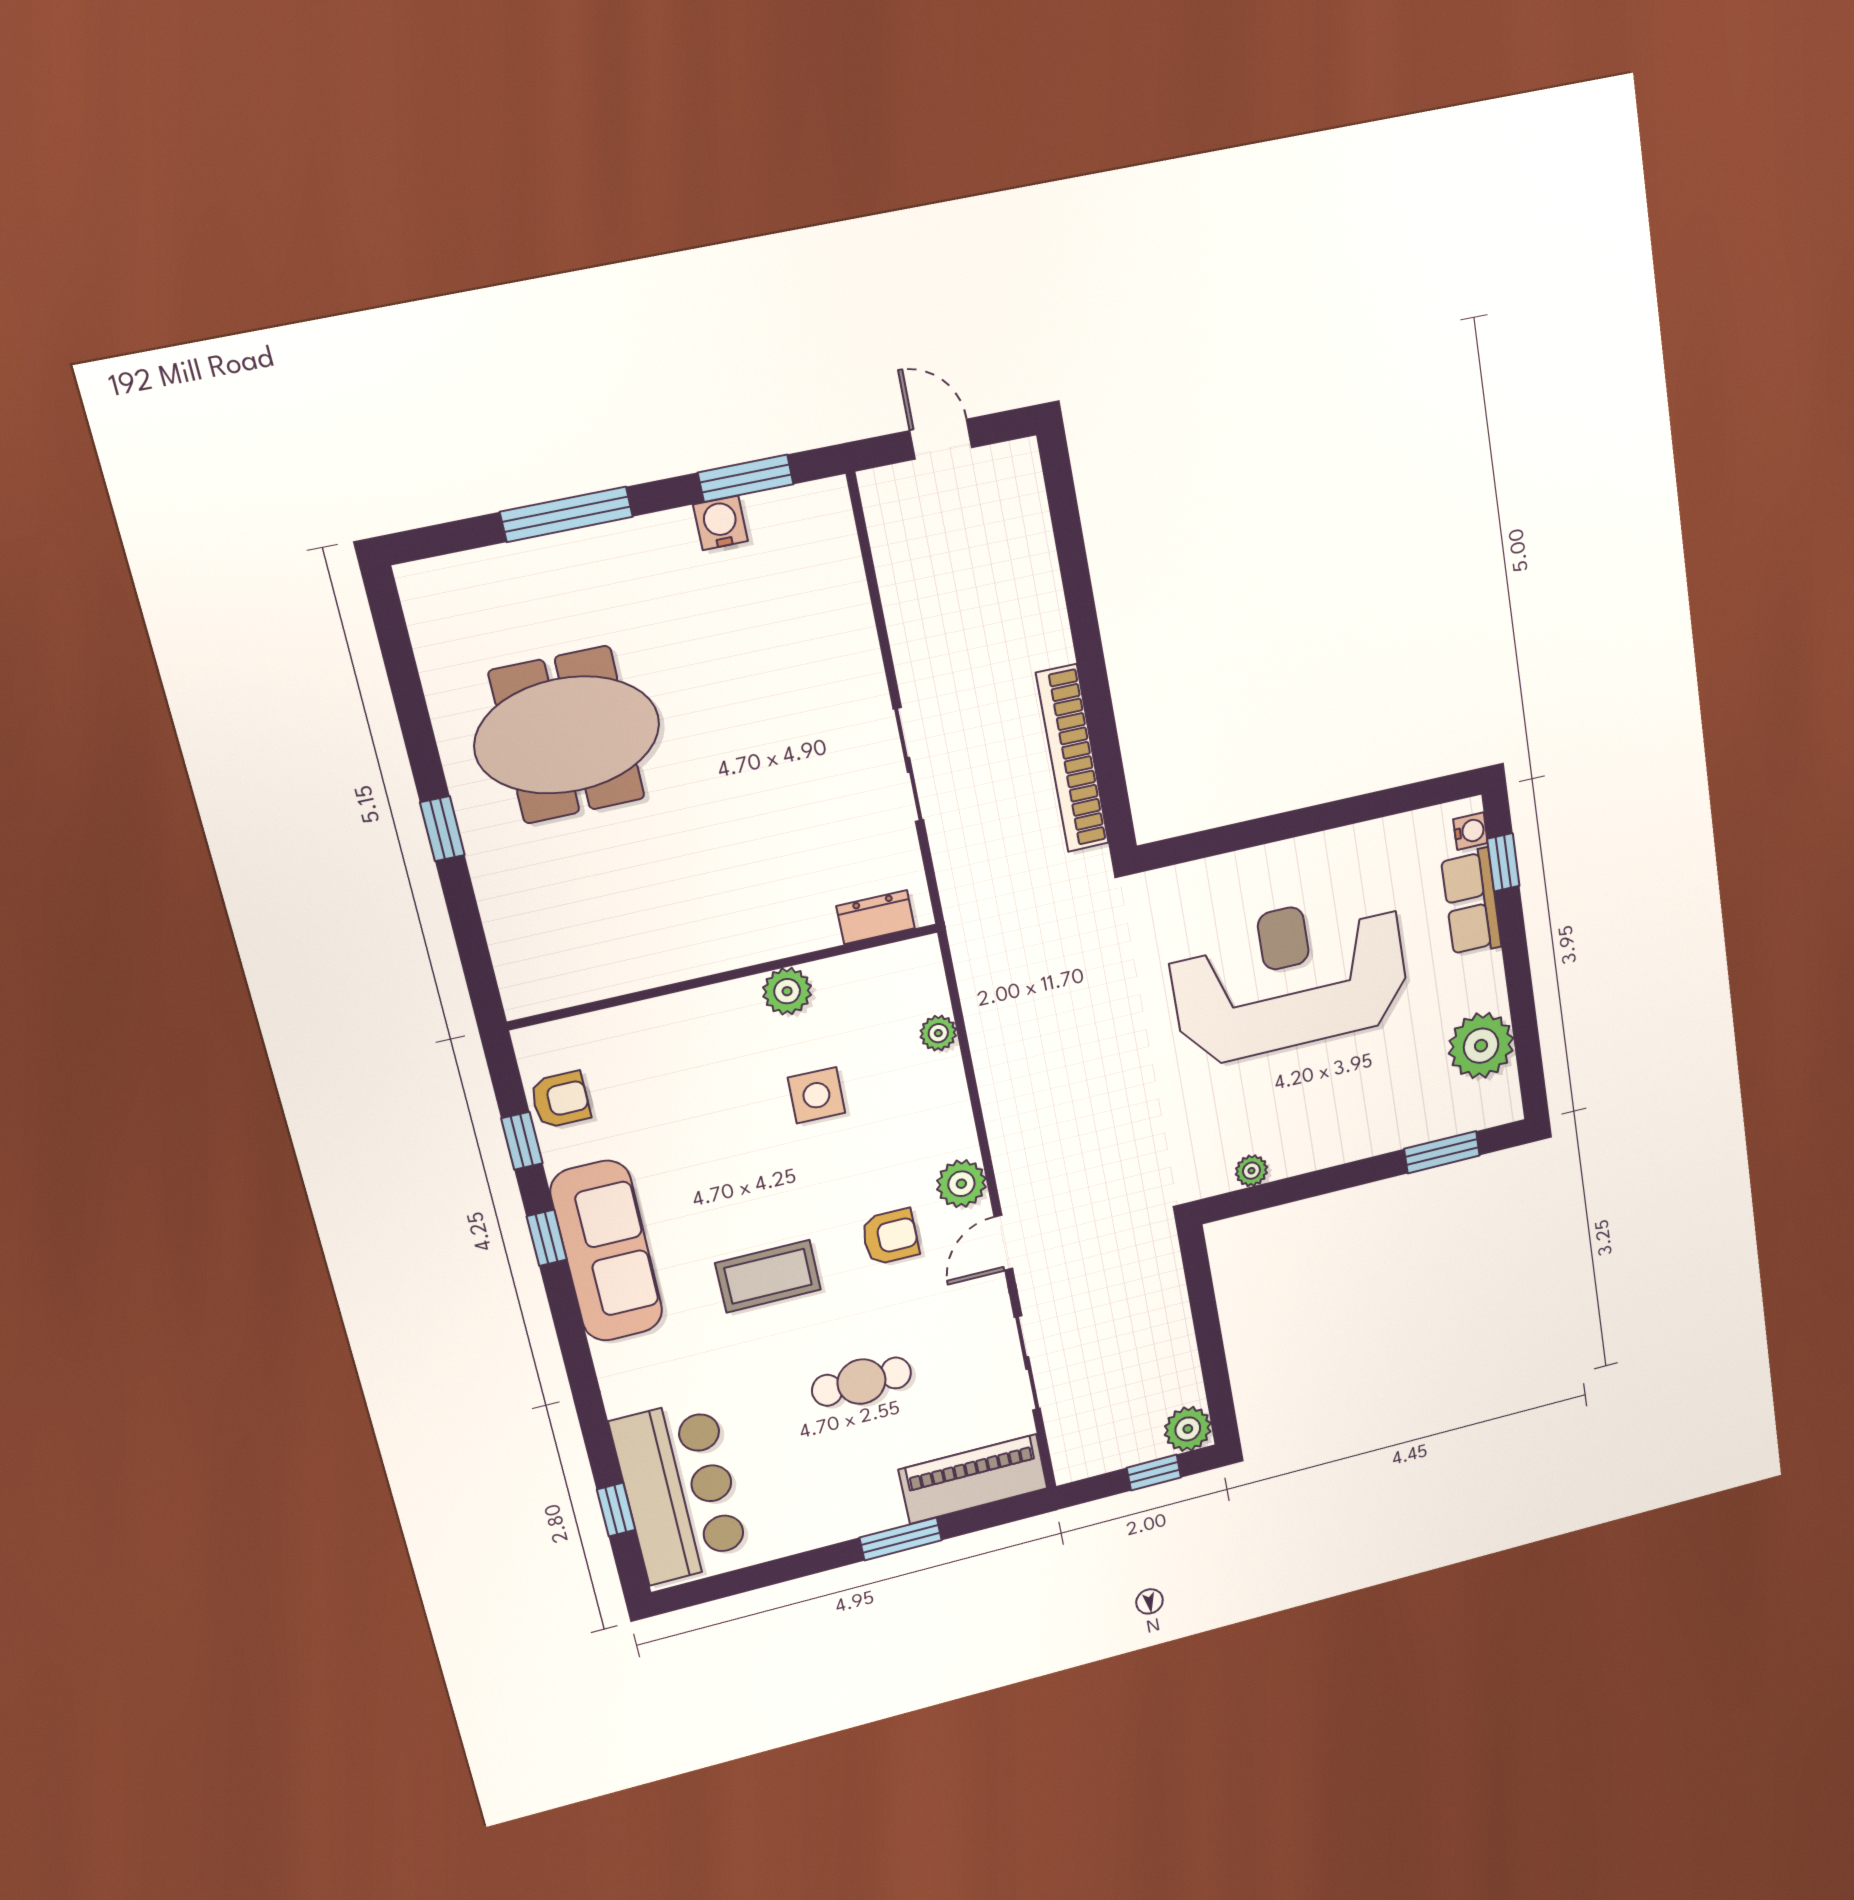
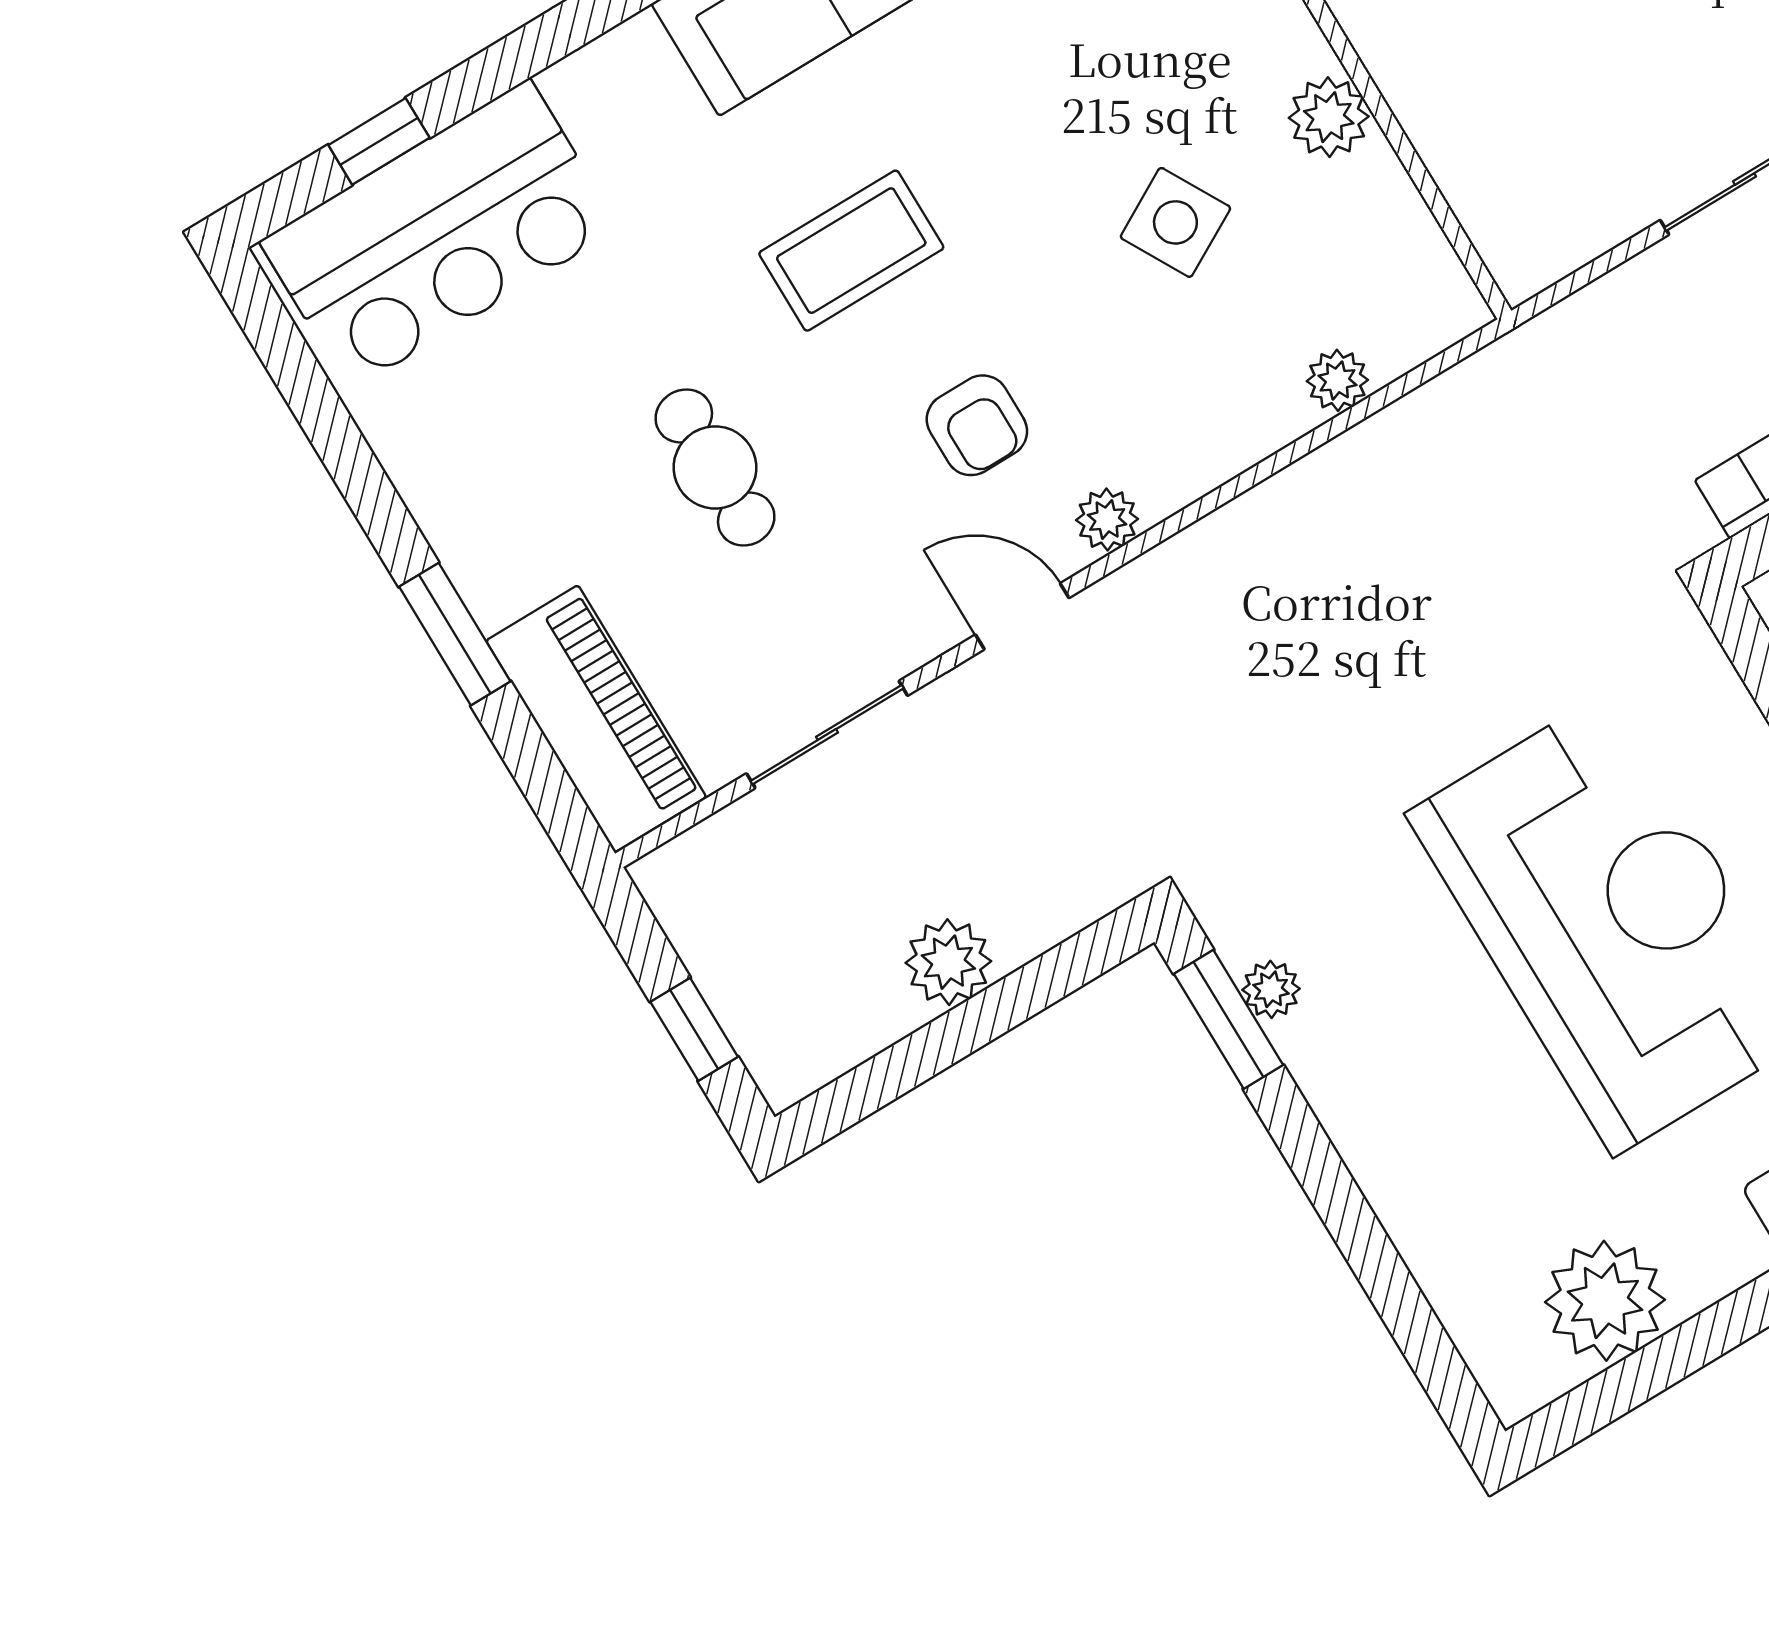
dresser: (876, 917) -> (1491, 214), removed
side table: (816, 1095) -> (1175, 222), turned -30
window: (1442, 1152) -> (1229, 1019), moved
plant: (961, 1184) -> (1107, 520), width x0.73, depth x0.73
coffee table: (768, 1276) -> (851, 251), turned 90
plant: (1188, 1429) -> (948, 962), moved

